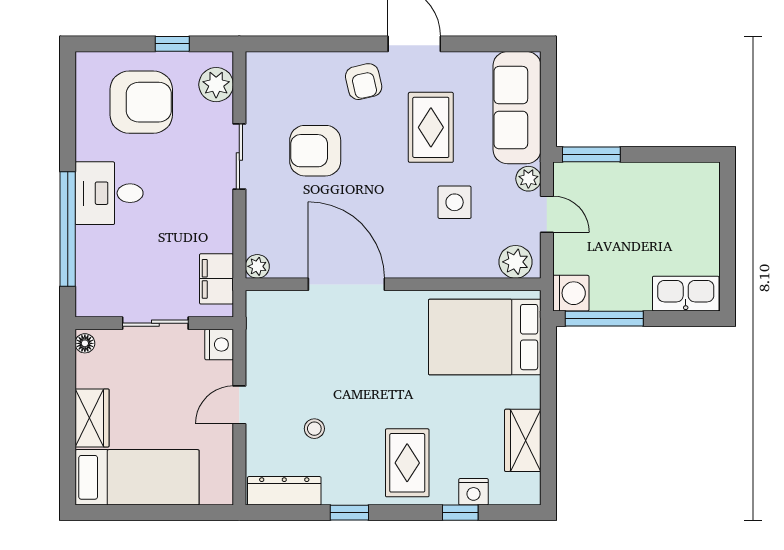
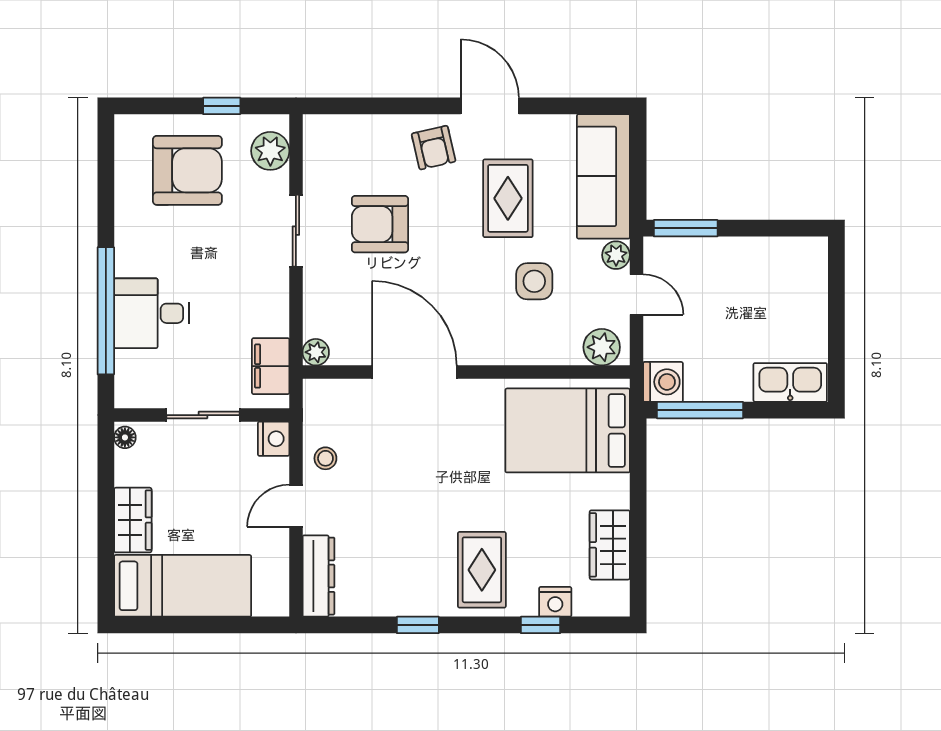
desk: (109, 193) -> (152, 313), moved
stool: (314, 429) -> (325, 458), moved
dresser: (284, 491) -> (318, 576), moved, turned 90

